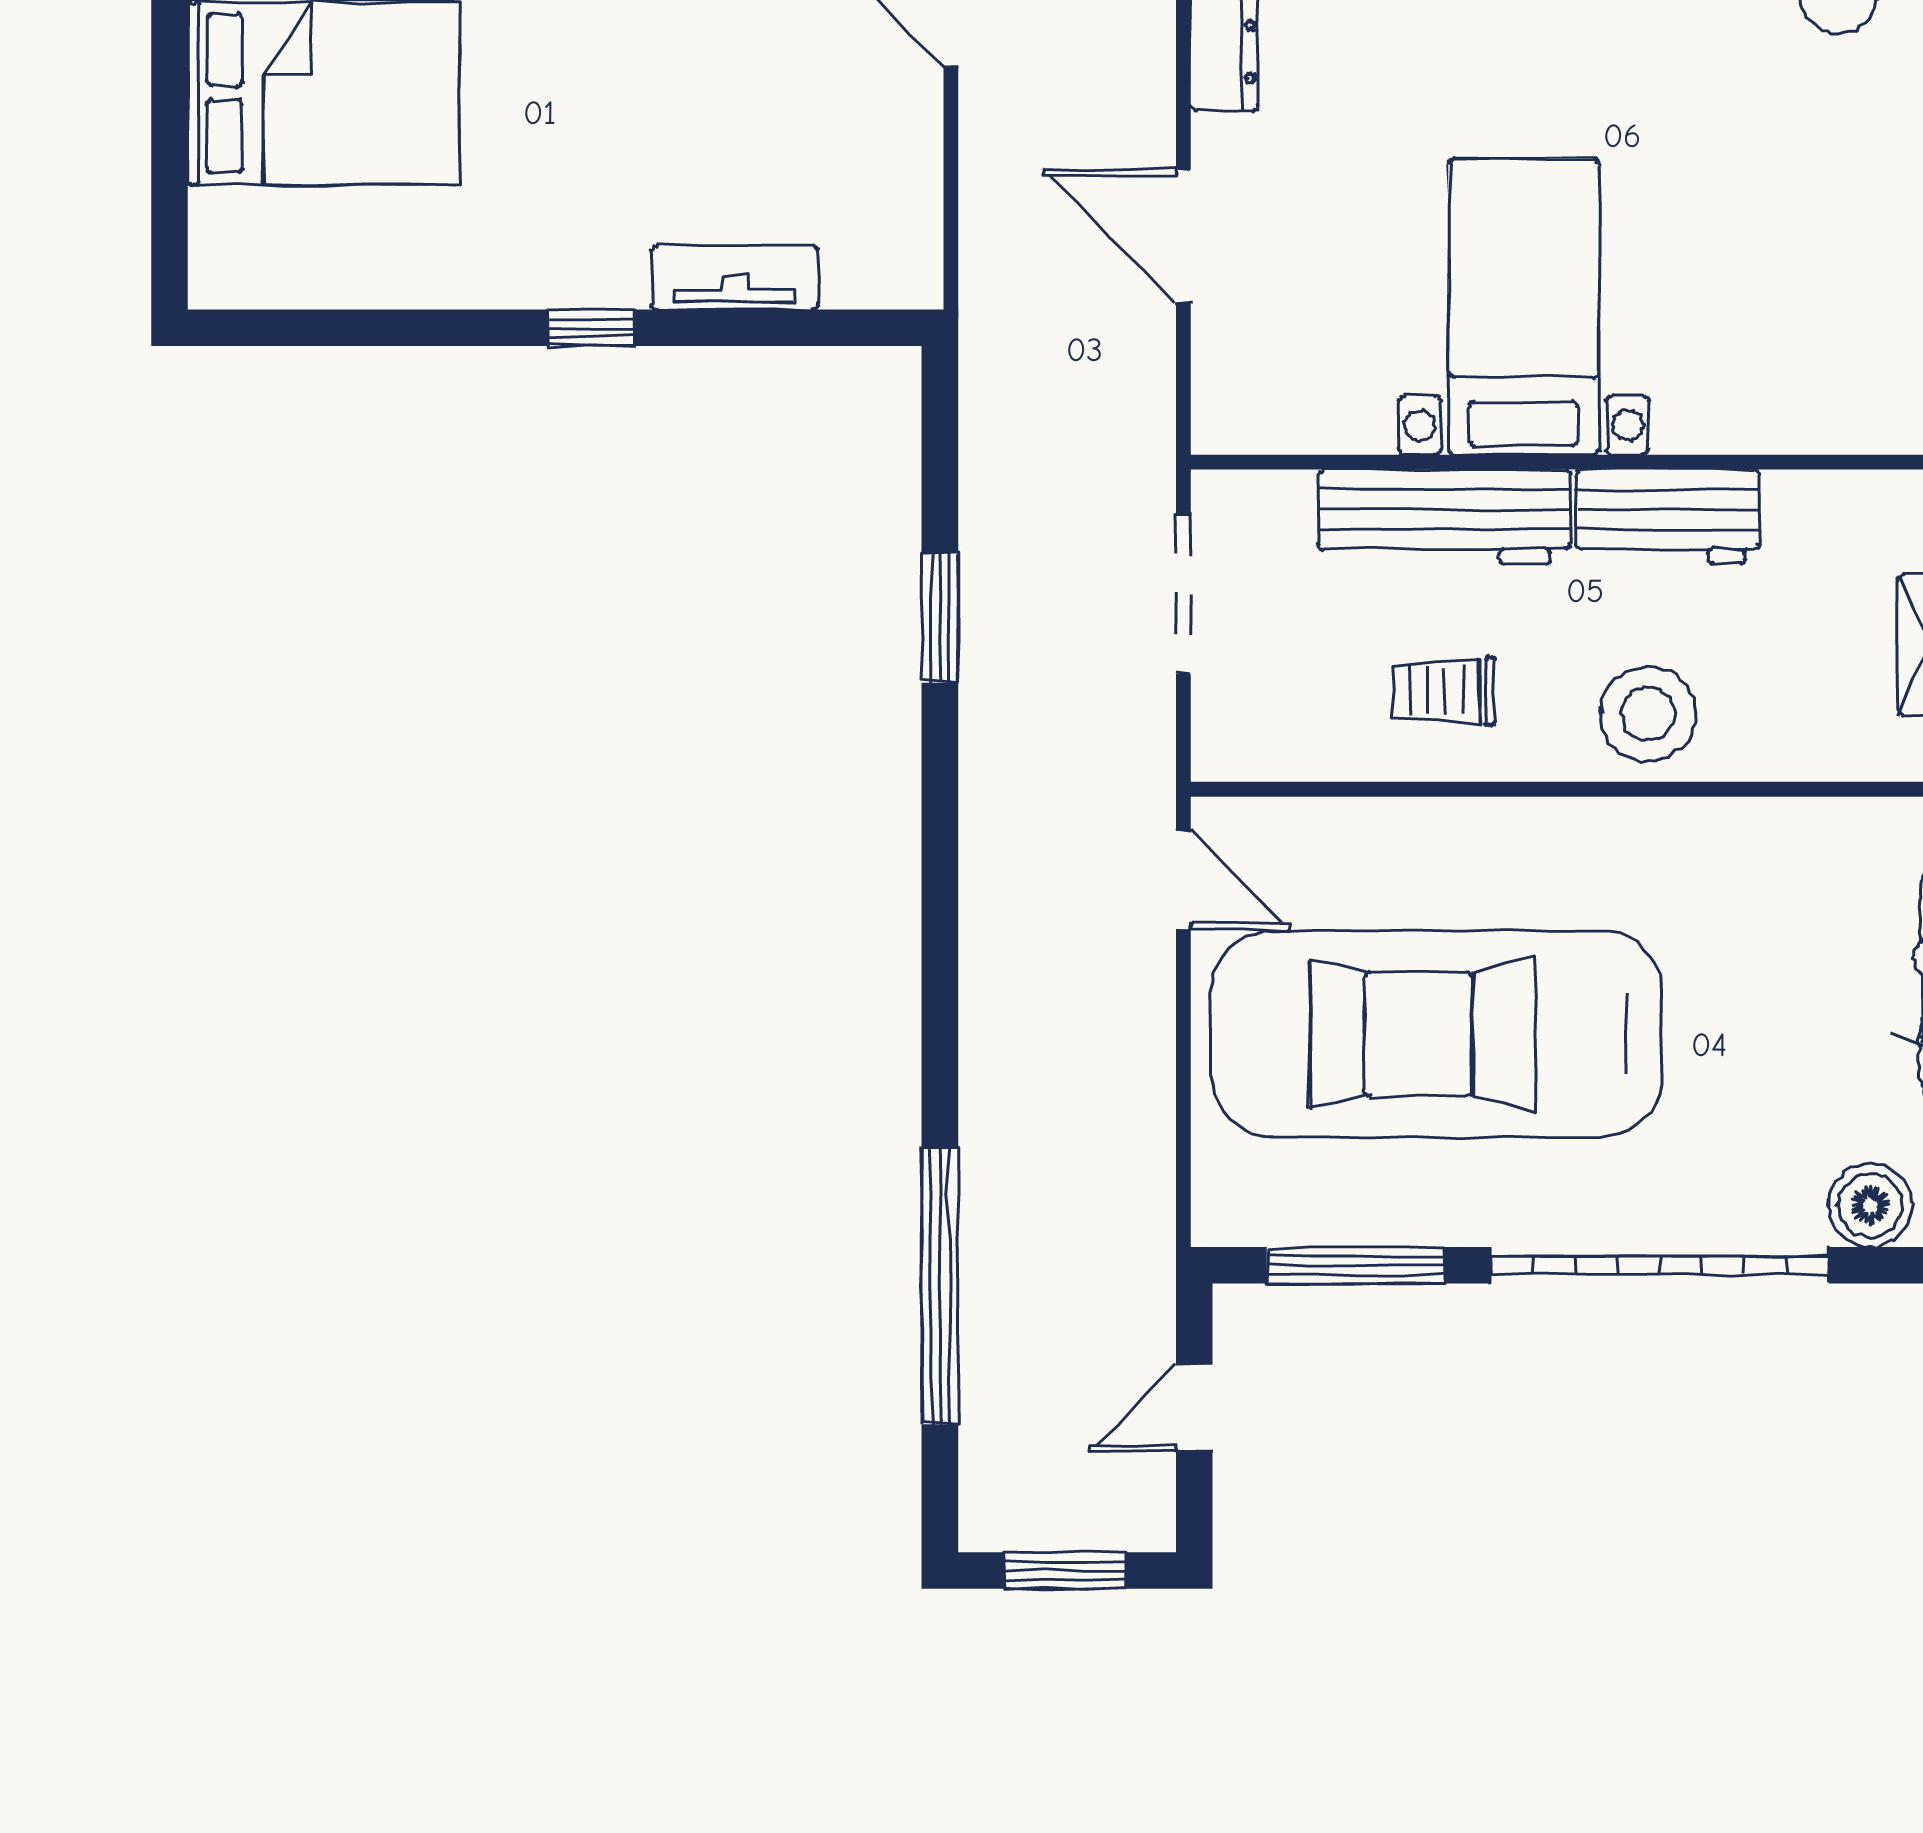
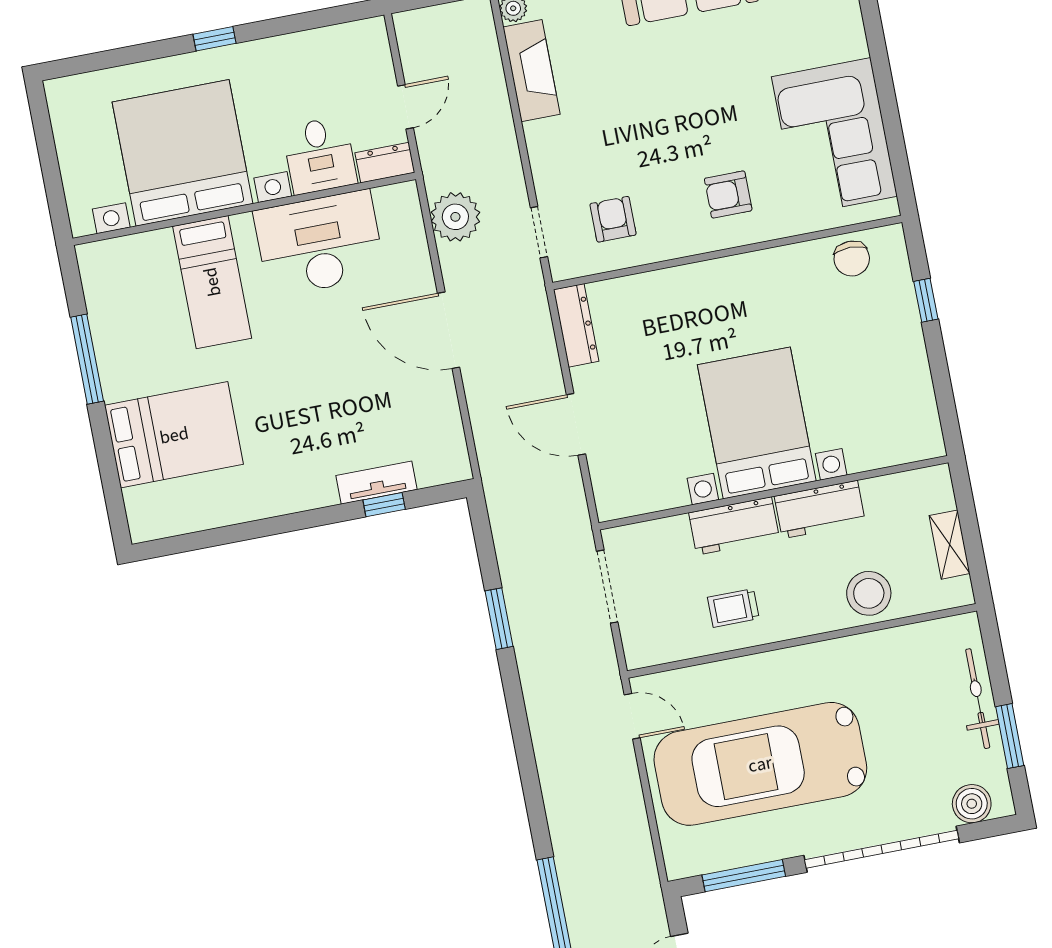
bed with nightstands: (1524, 307) -> (757, 423), width x1.36
window: (591, 328) -> (384, 505), moved
workbench: (1444, 517) -> (734, 526), width x0.73
stool: (1648, 714) -> (869, 593), moved

